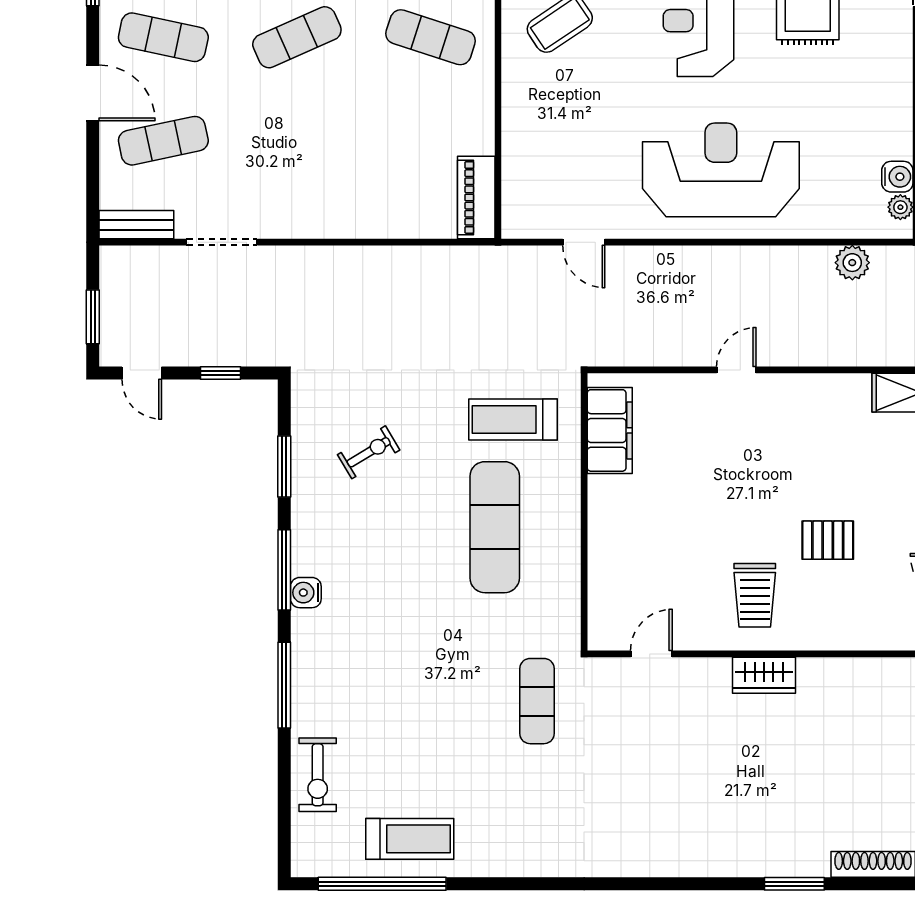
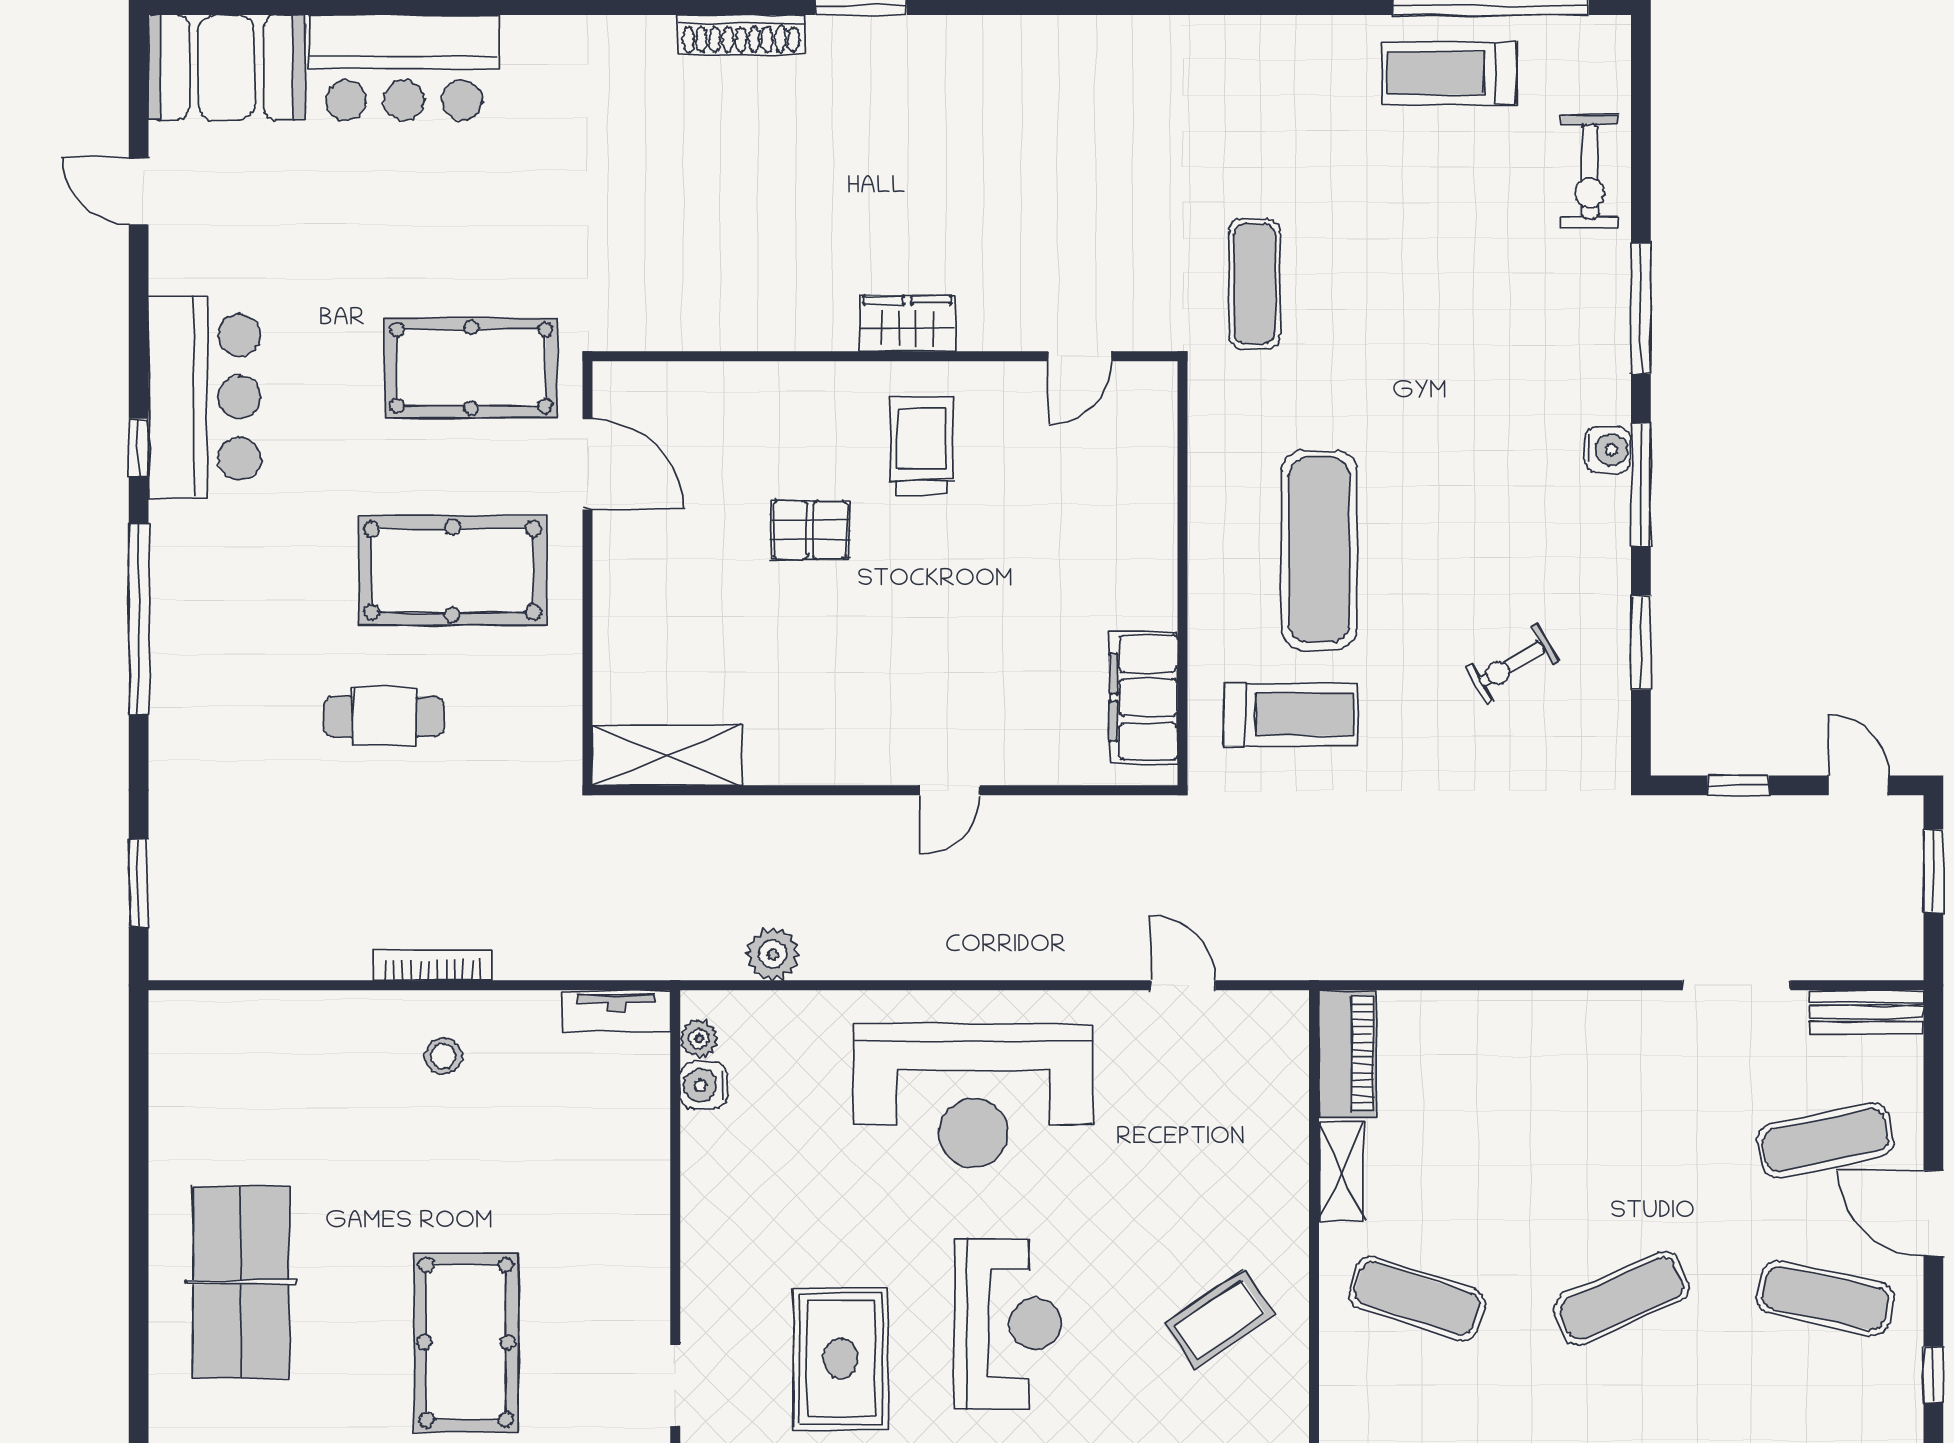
shelving: (480, 121) -> (1342, 1171), added
exercise bike: (318, 775) -> (1590, 171), turned 180

